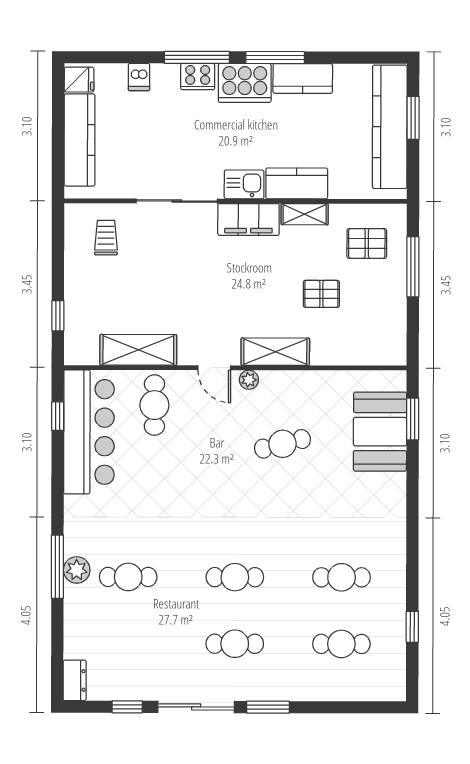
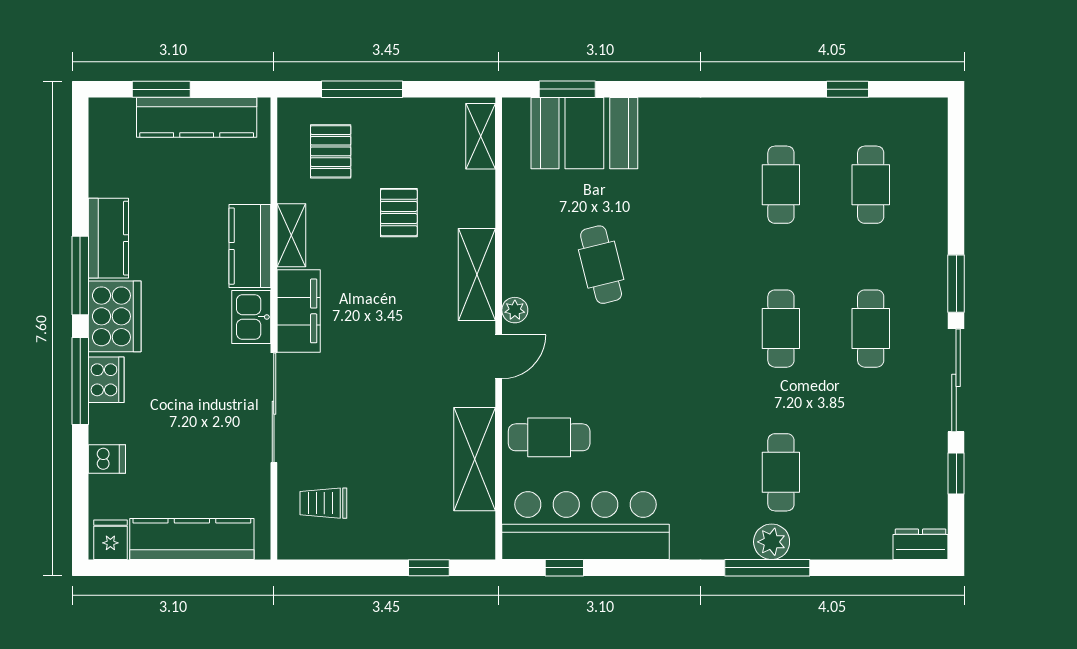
kitchen counter: (390, 127) -> (197, 117), width x0.72, depth x0.86
shelving: (378, 355) -> (481, 136), added

